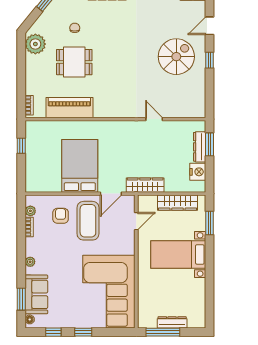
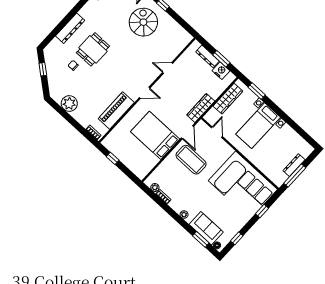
plant: (35, 44) -> (69, 104), moved
dining table: (74, 62) -> (93, 49), moved
door: (111, 119) -> (145, 93), added
window: (209, 144) -> (221, 59), moved
armchair: (61, 216) -> (174, 173), removed
window: (83, 332) -> (262, 211), moved

